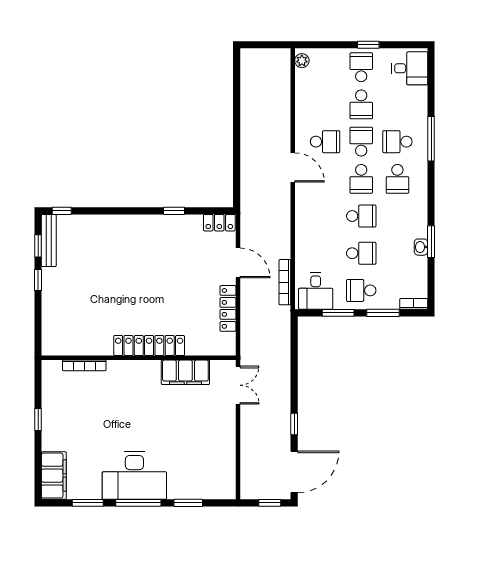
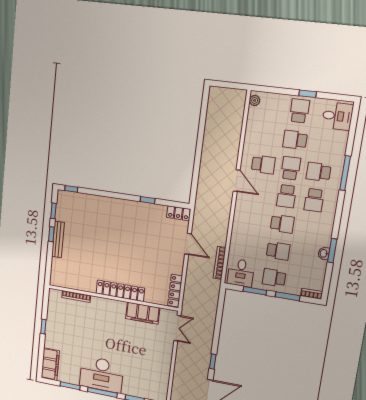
school desk: (361, 104) -> (295, 140), turned 90
bench: (49, 240) -> (58, 240), moved
locker: (228, 308) -> (175, 291), moved

